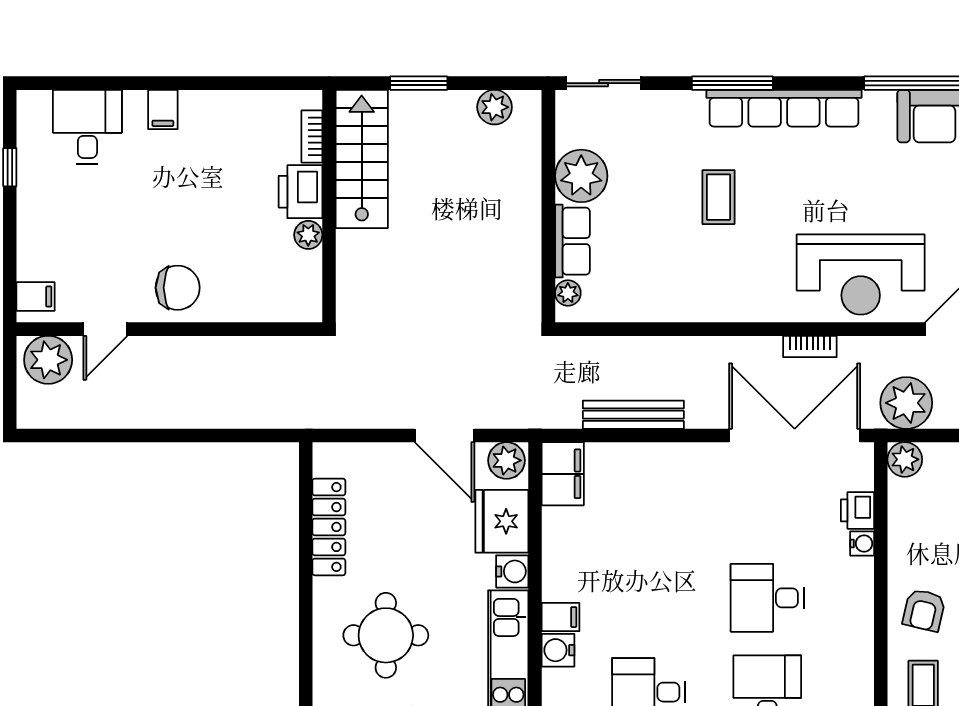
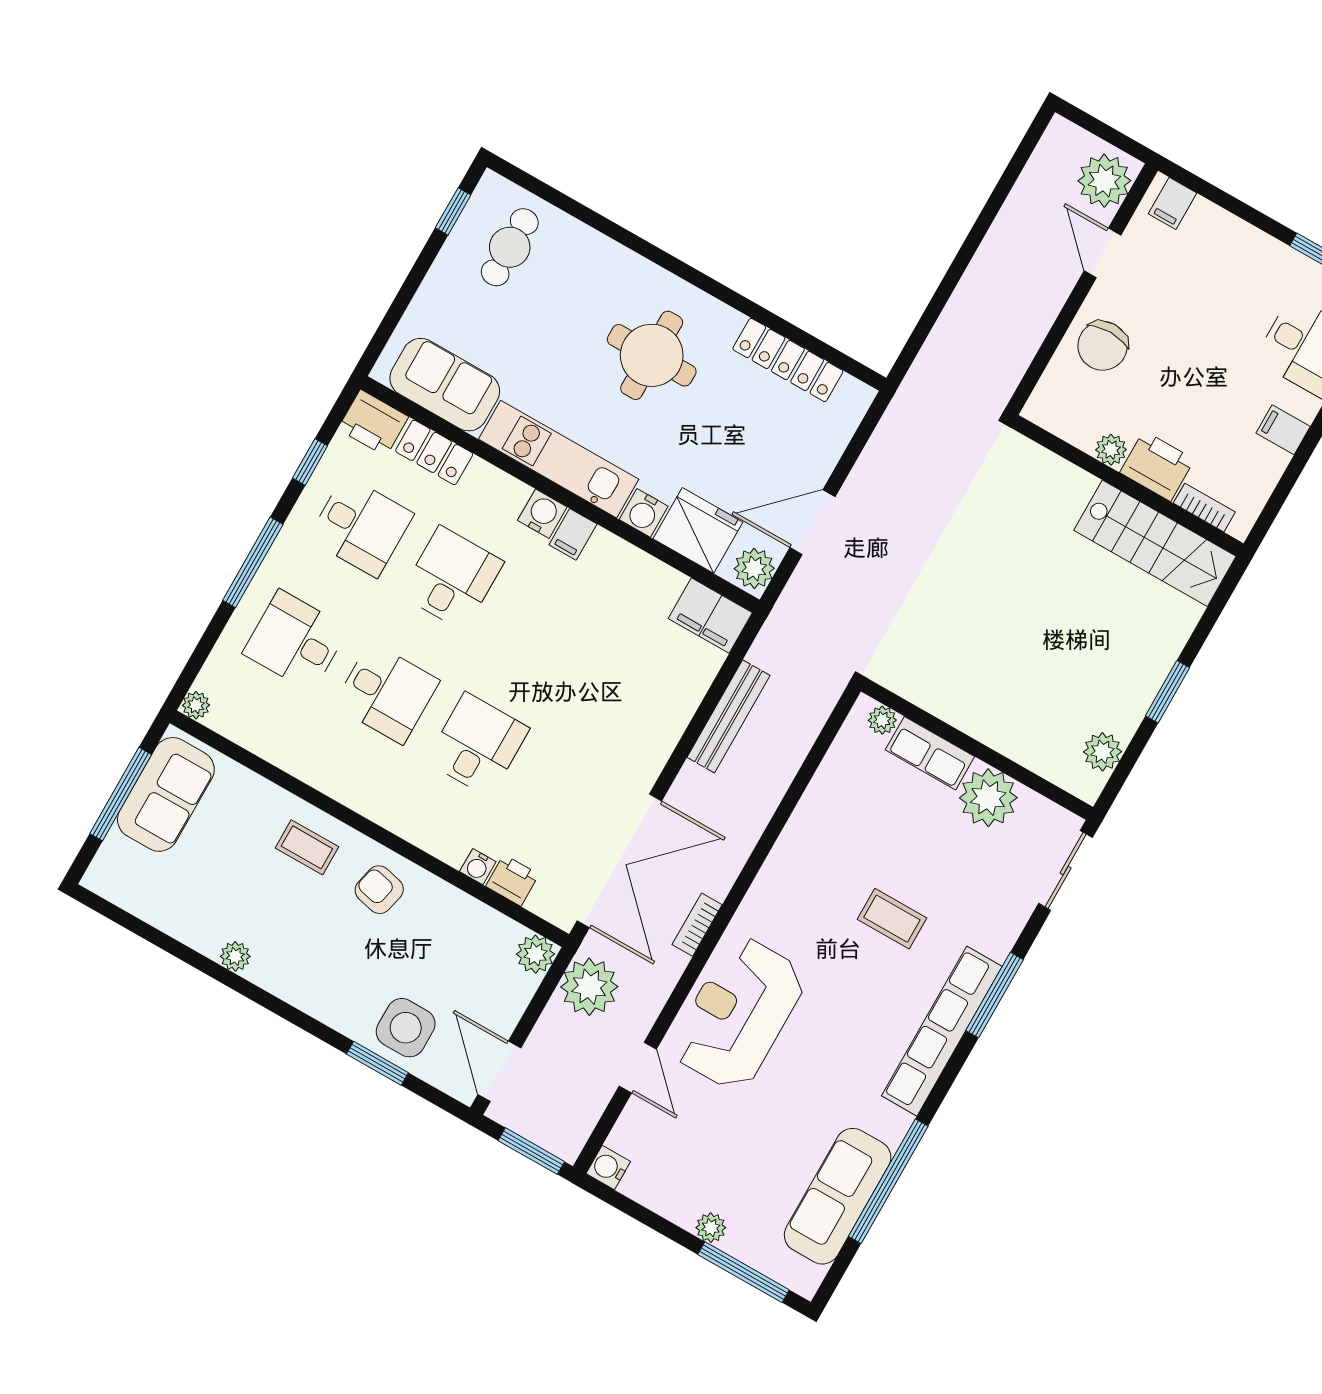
bookcase: (312, 136) -> (1204, 508), moved
stairs: (362, 159) -> (1155, 543), moved
printer: (300, 192) -> (1157, 466), moved
wall: (329, 206) -> (1127, 486), moved
plant: (308, 235) -> (1111, 450), moved

